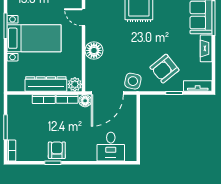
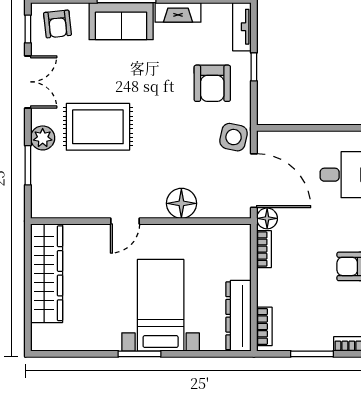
armchair: (164, 69) -> (212, 83), turned 39
dresser: (46, 84) -> (238, 316), moved
plant: (75, 84) -> (239, 236), removed
bookcase: (44, 99) -> (264, 326), moved

